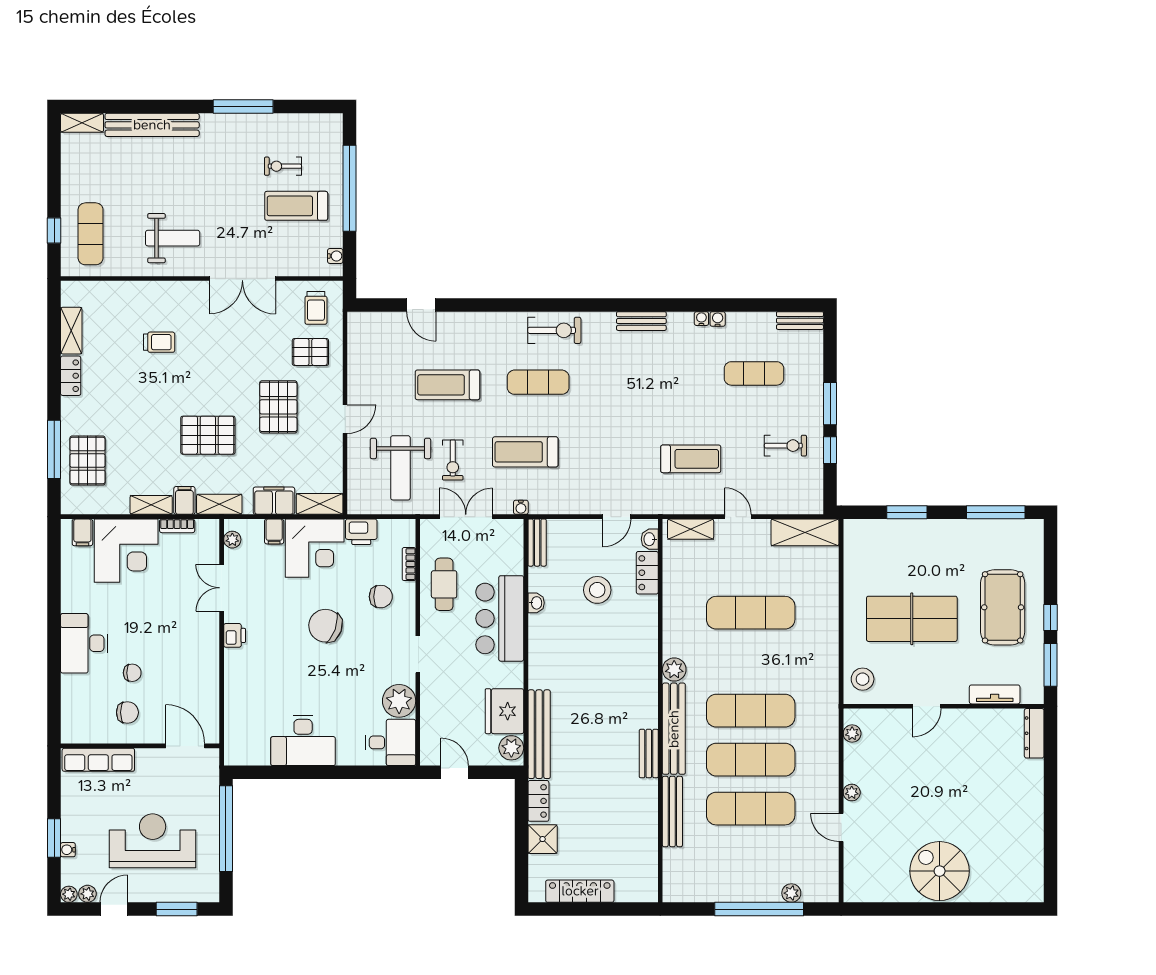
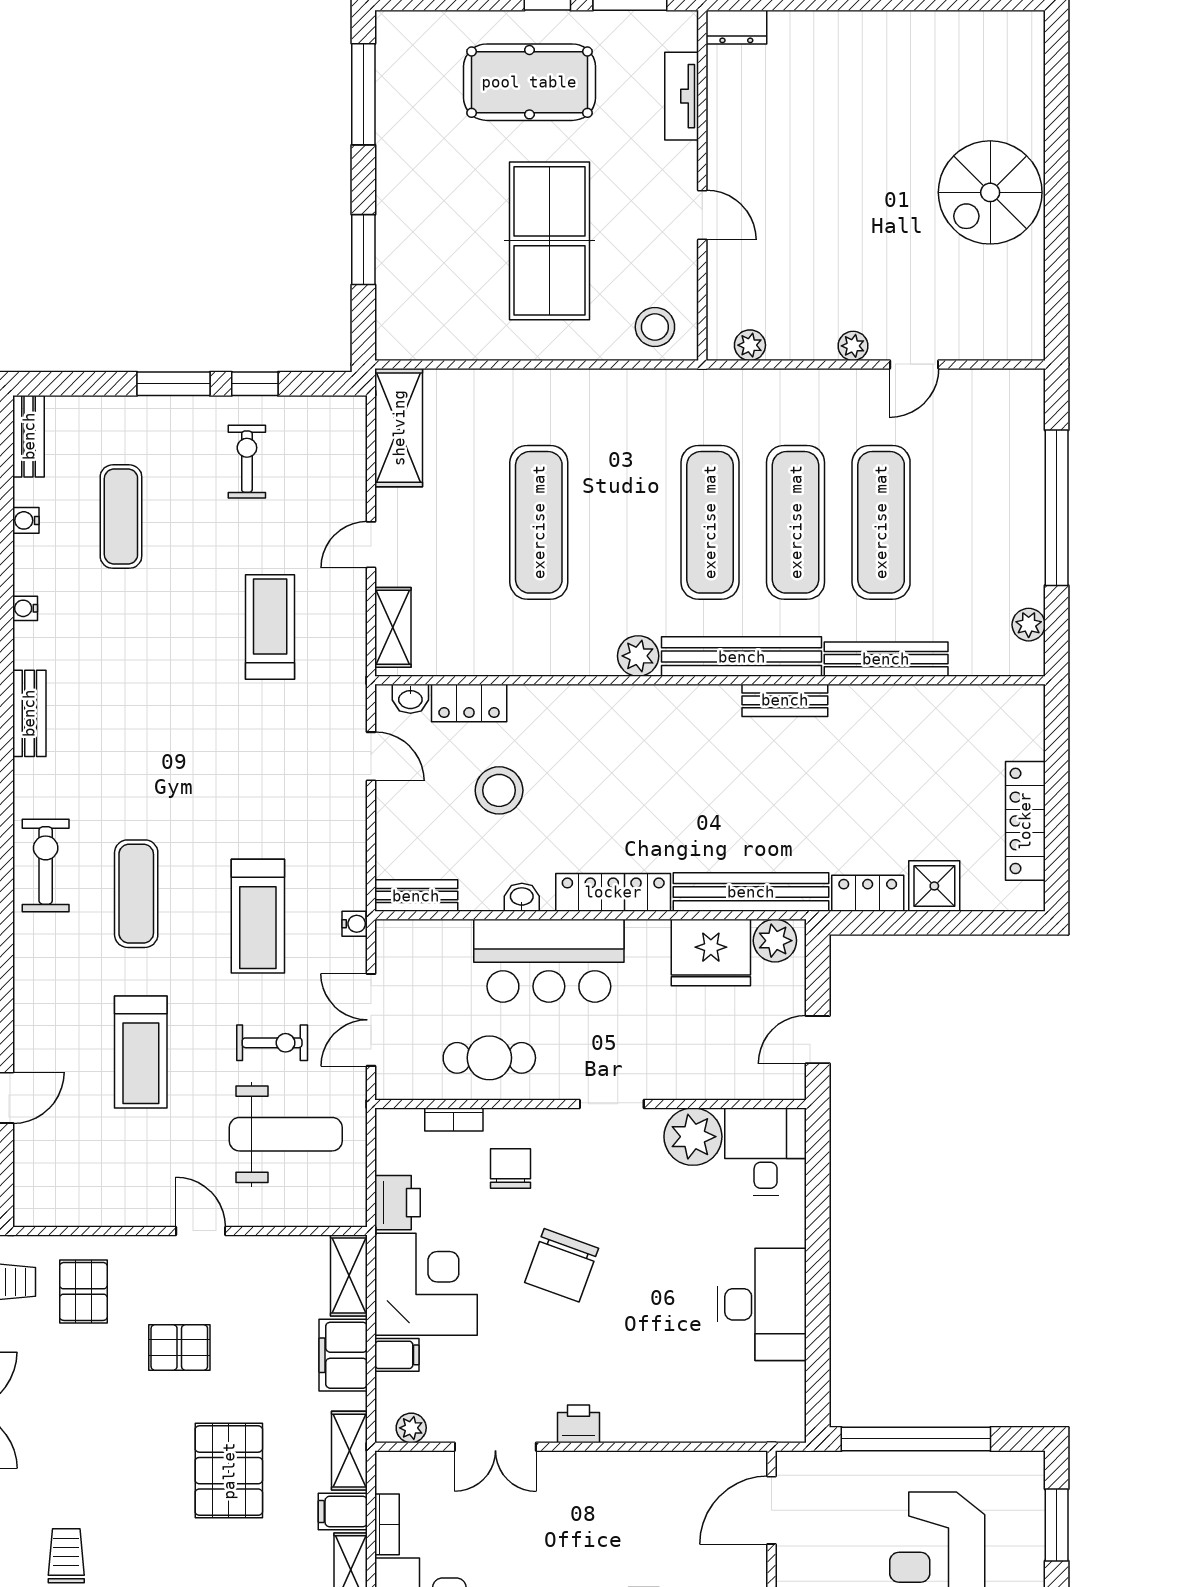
water cooler: (718, 319) -> (26, 520), moved
pallet: (278, 407) -> (179, 1347), width x0.67, depth x0.71
locker: (539, 655) -> (613, 892), added
dresser: (1034, 733) -> (736, 27), width x0.70
plant: (791, 893) -> (1029, 625), moved

